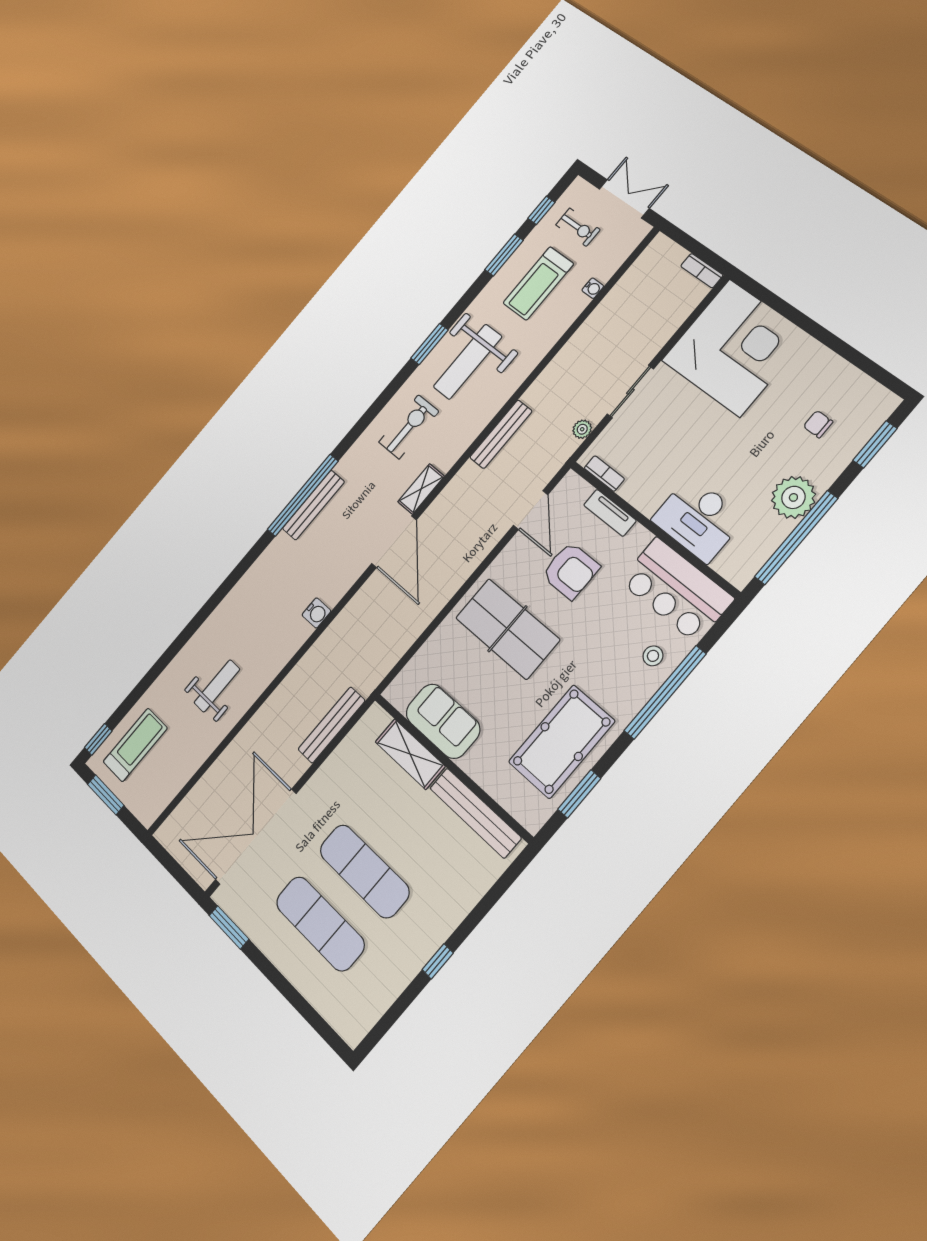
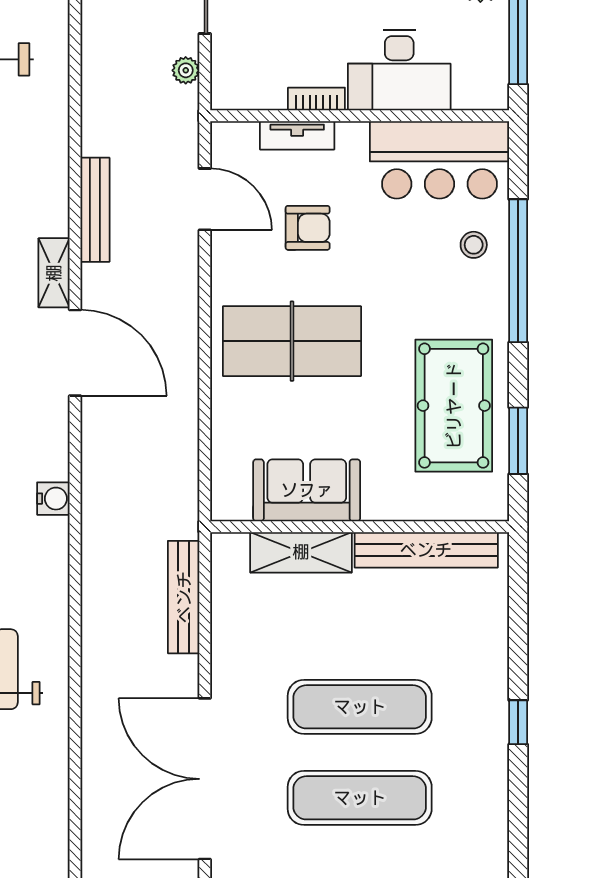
bench: (501, 434) -> (95, 210), moved
bookcase: (604, 474) -> (316, 99), moved
armchair: (571, 571) -> (308, 228), width x0.72, depth x0.72

